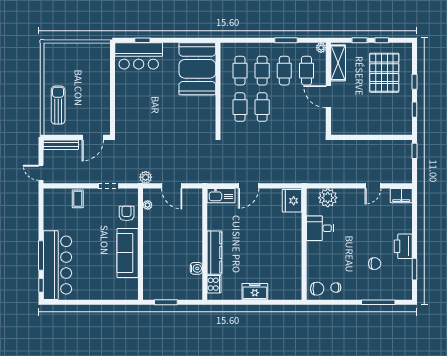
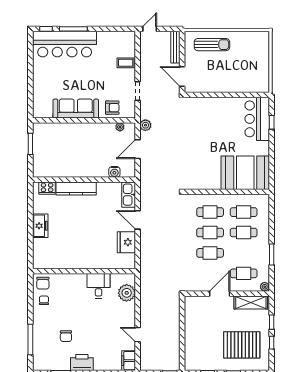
cafe table: (284, 71) -> (210, 253), moved
fridge: (292, 201) -> (126, 242), moved, turned -90
water cooler: (196, 268) -> (114, 172), moved

